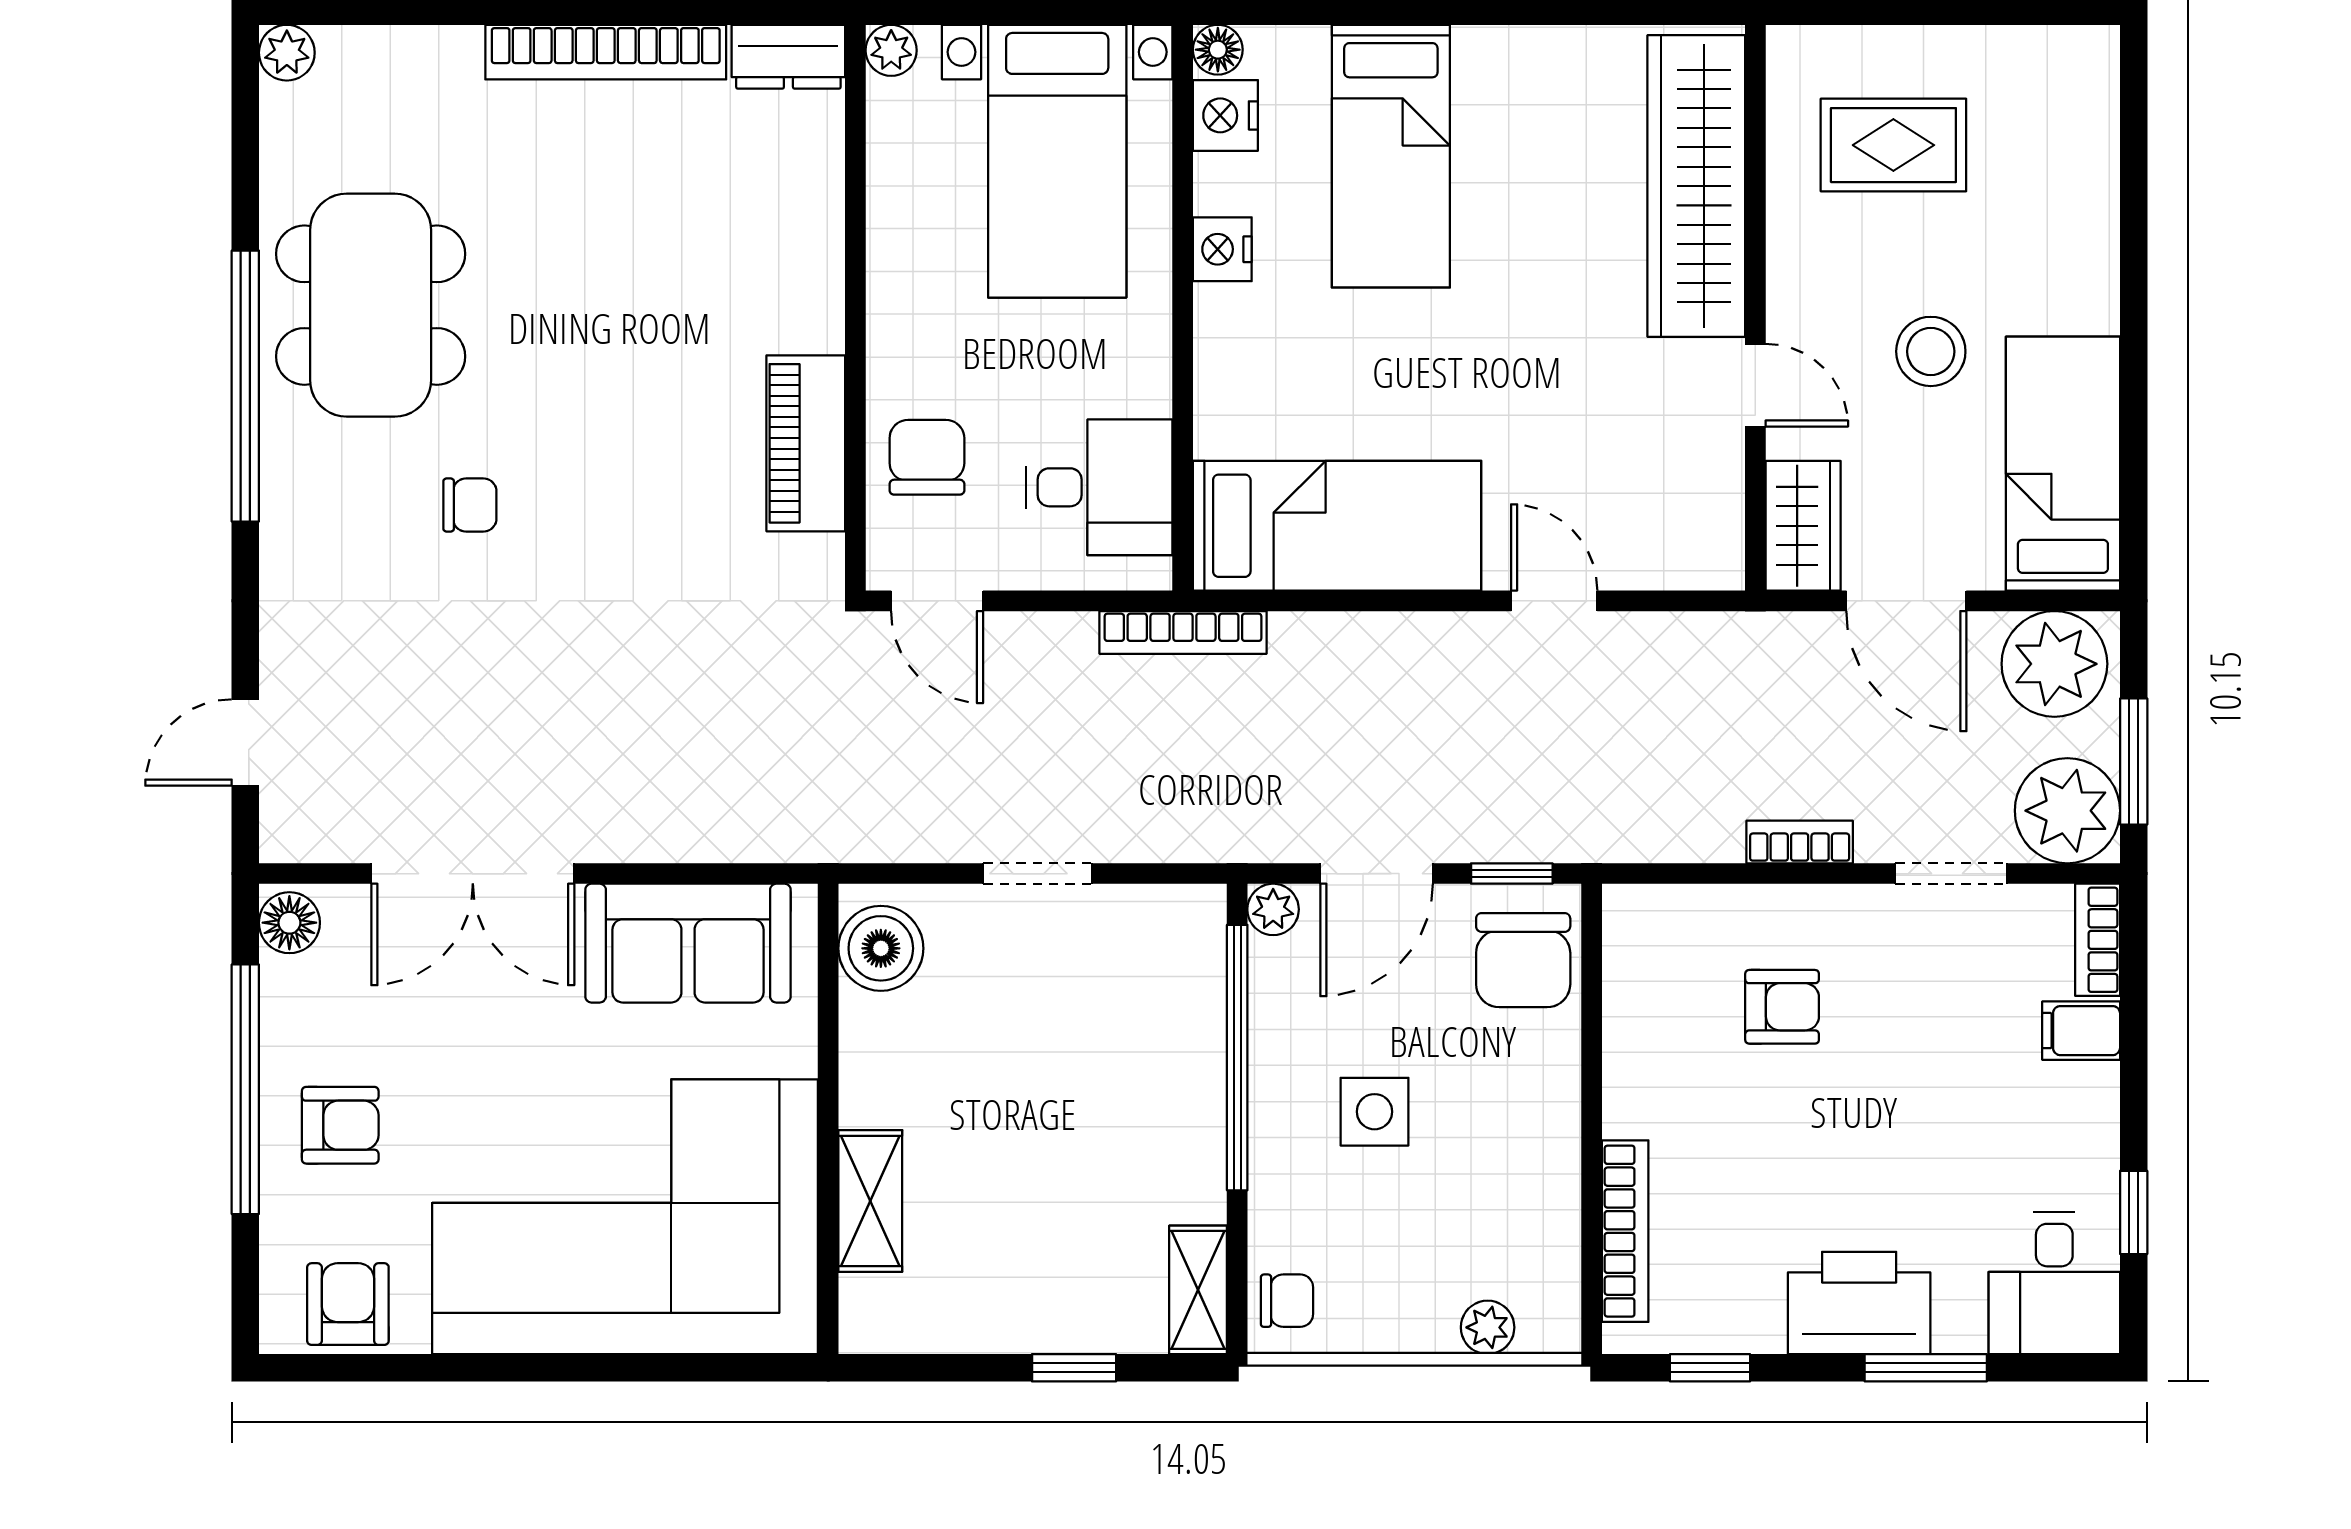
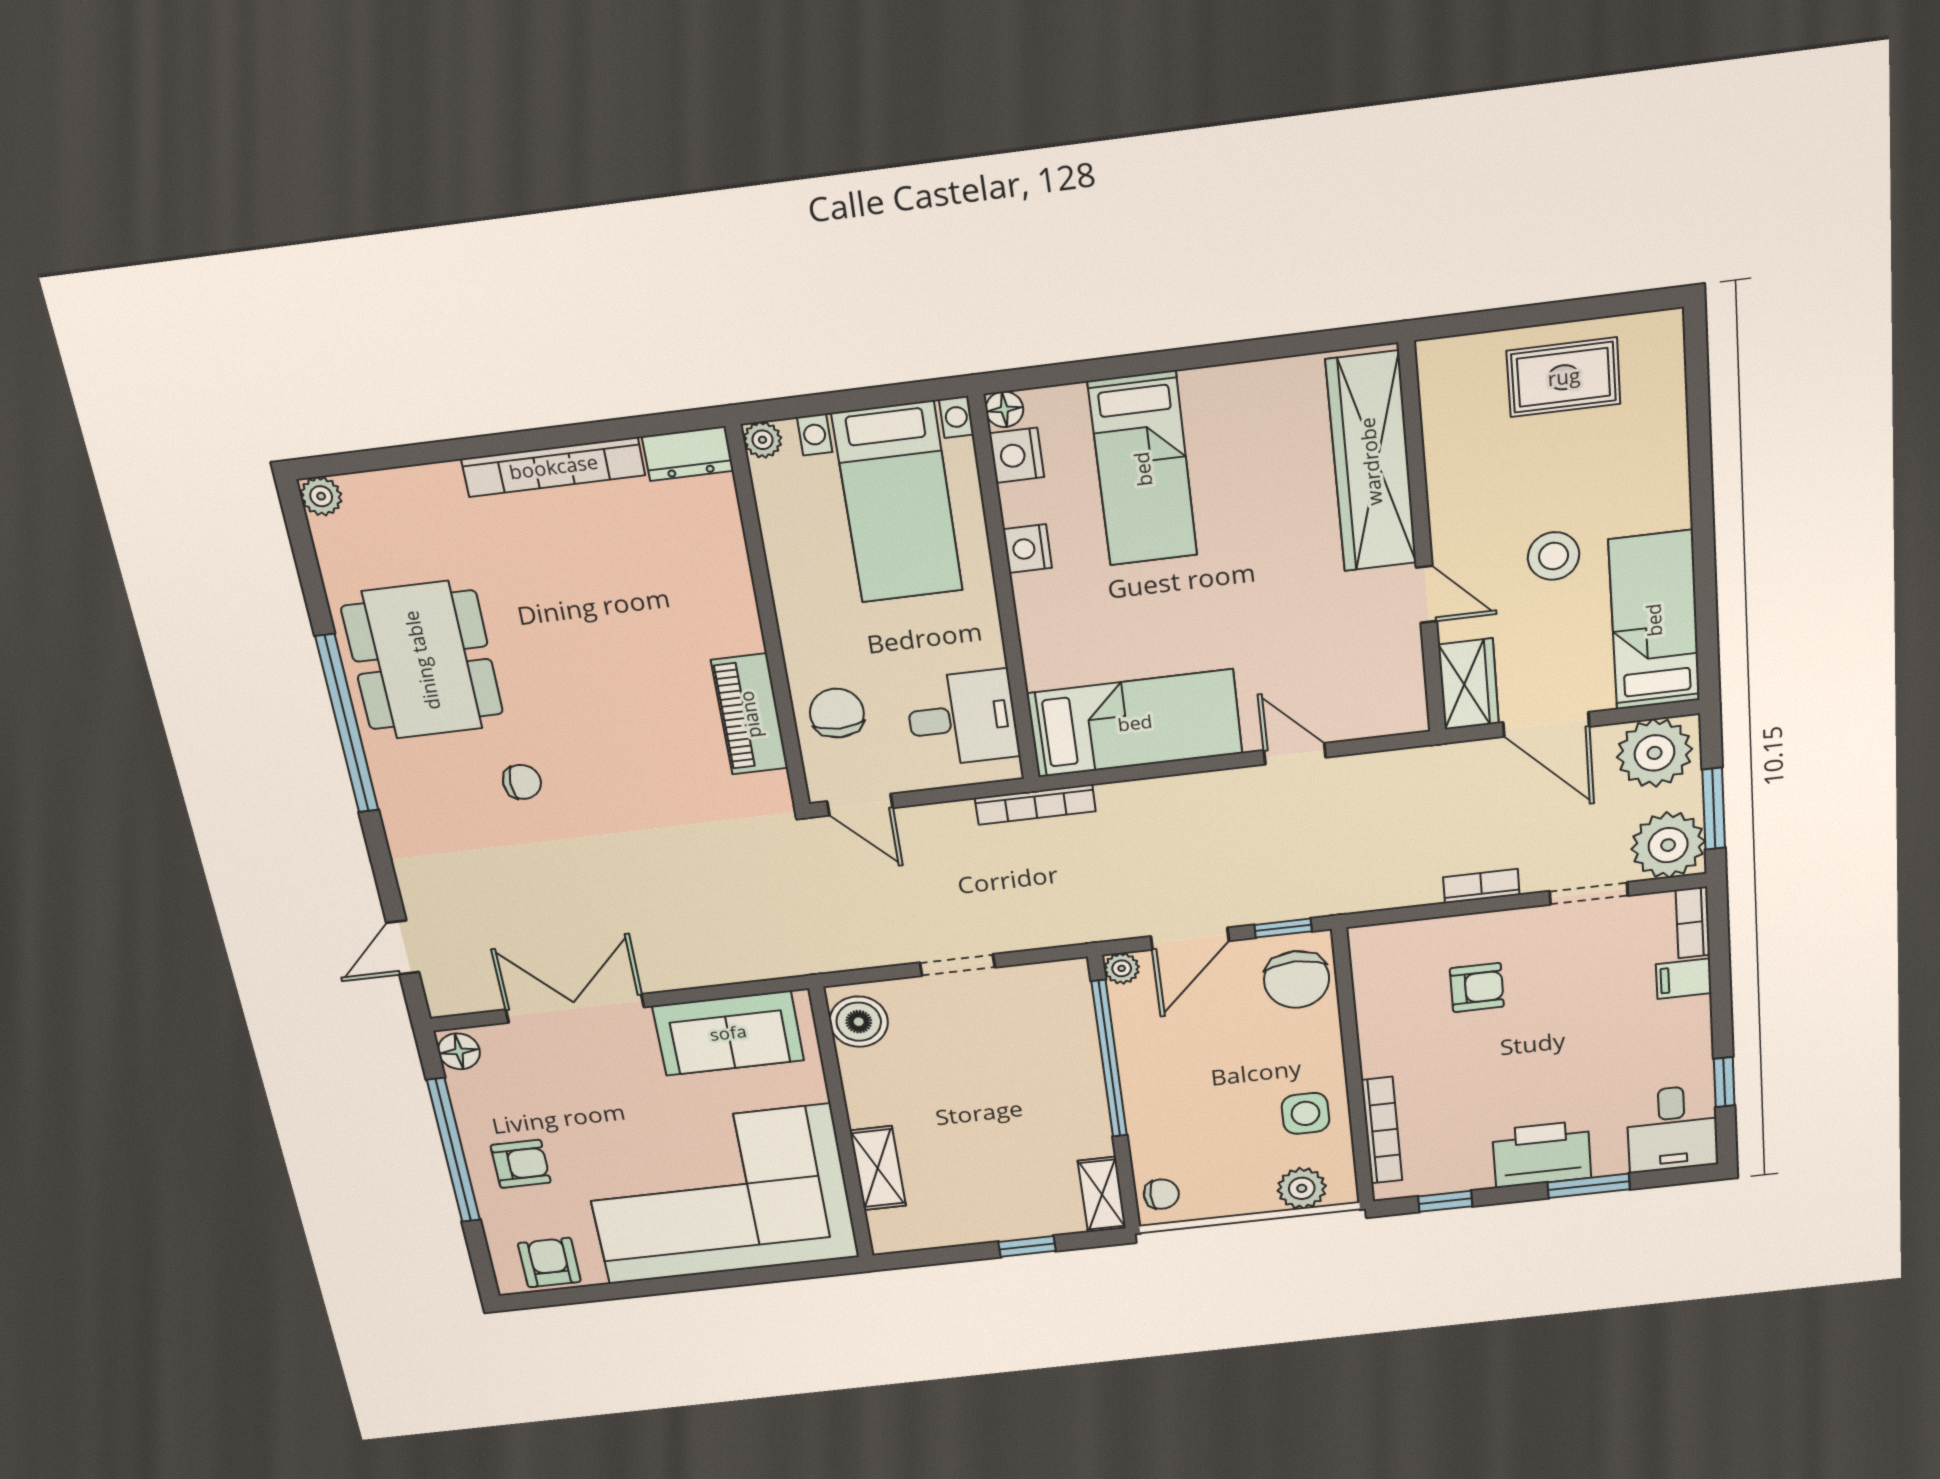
rug: (1893, 145) -> (1564, 377), moved
double door: (473, 874) -> (575, 1008), swing flipped
side table: (1375, 1112) -> (1305, 1113), moved
plant: (1488, 1327) -> (1302, 1188), width x1.38, depth x1.38

